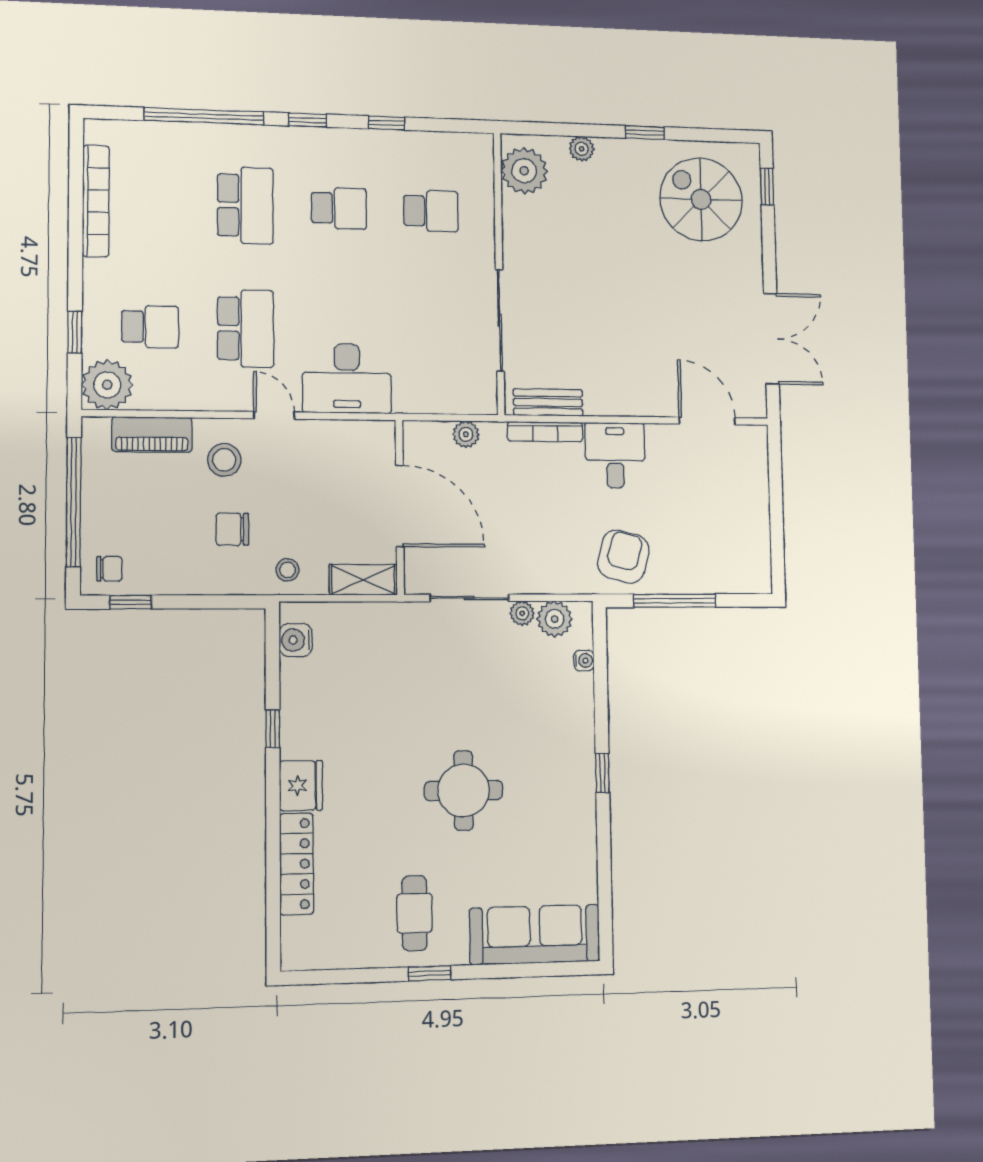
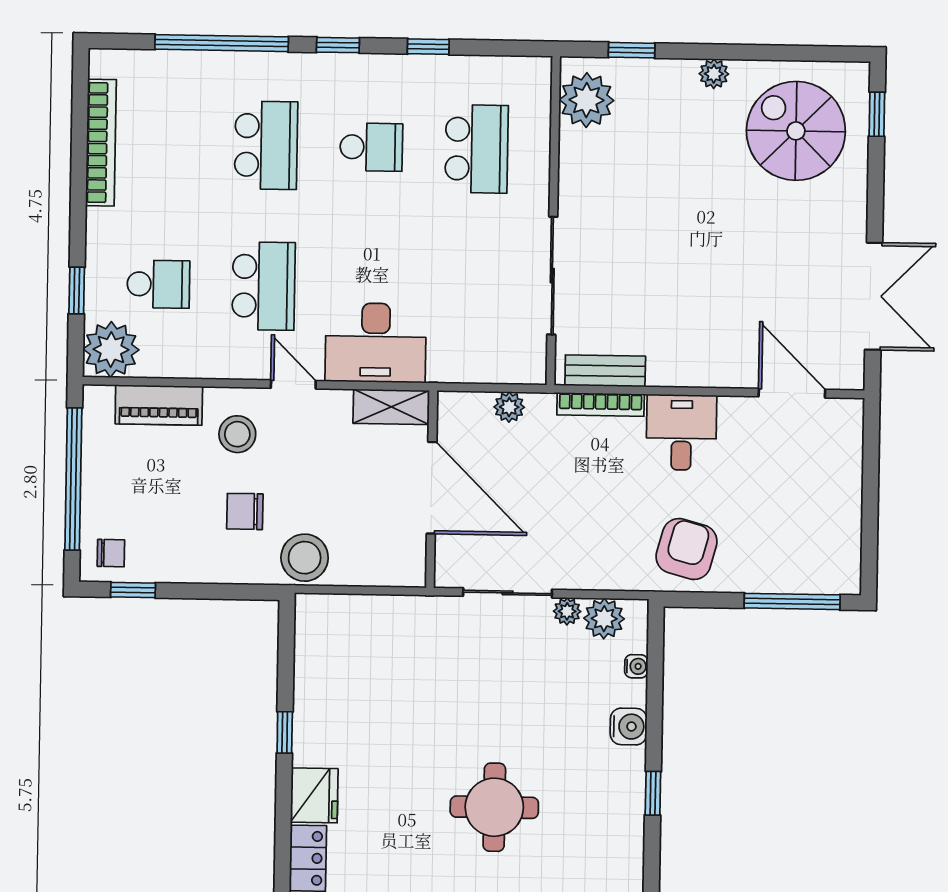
window: (645, 133) -> (632, 50), moved
plant: (582, 149) -> (714, 74), moved
school desk: (431, 211) -> (477, 149), width x1.85
stool: (287, 570) -> (305, 558), width x1.89, depth x1.89
shelving: (363, 580) -> (391, 407), moved
window: (675, 601) -> (792, 601), moved
water cooler: (296, 640) -> (629, 727), moved, turned 180

